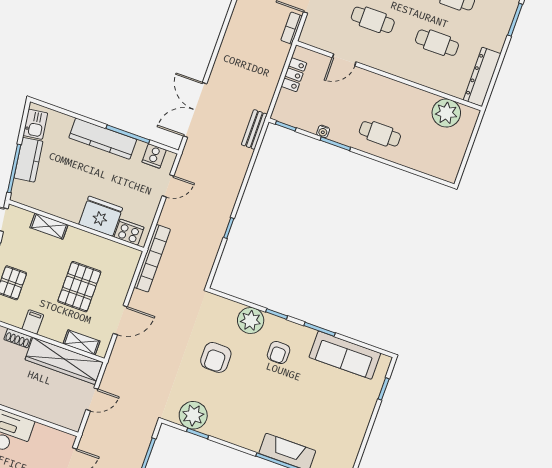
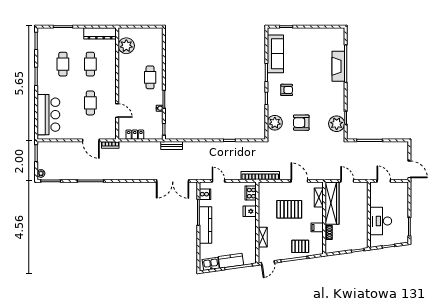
fridge: (101, 216) -> (250, 211), width x0.53, depth x0.75
plant: (251, 320) -> (275, 123), moved
armchair: (216, 357) -> (301, 123), turned 180

